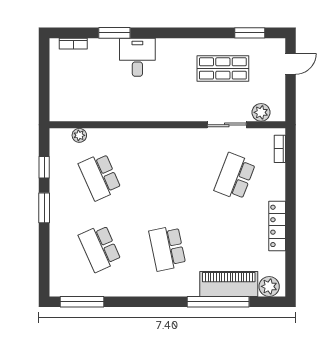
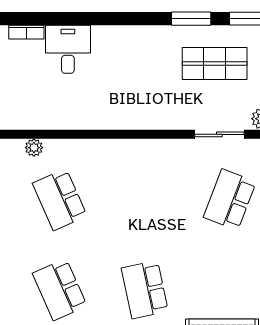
window: (114, 33) -> (191, 19), moved
desk: (137, 57) -> (68, 49), moved

